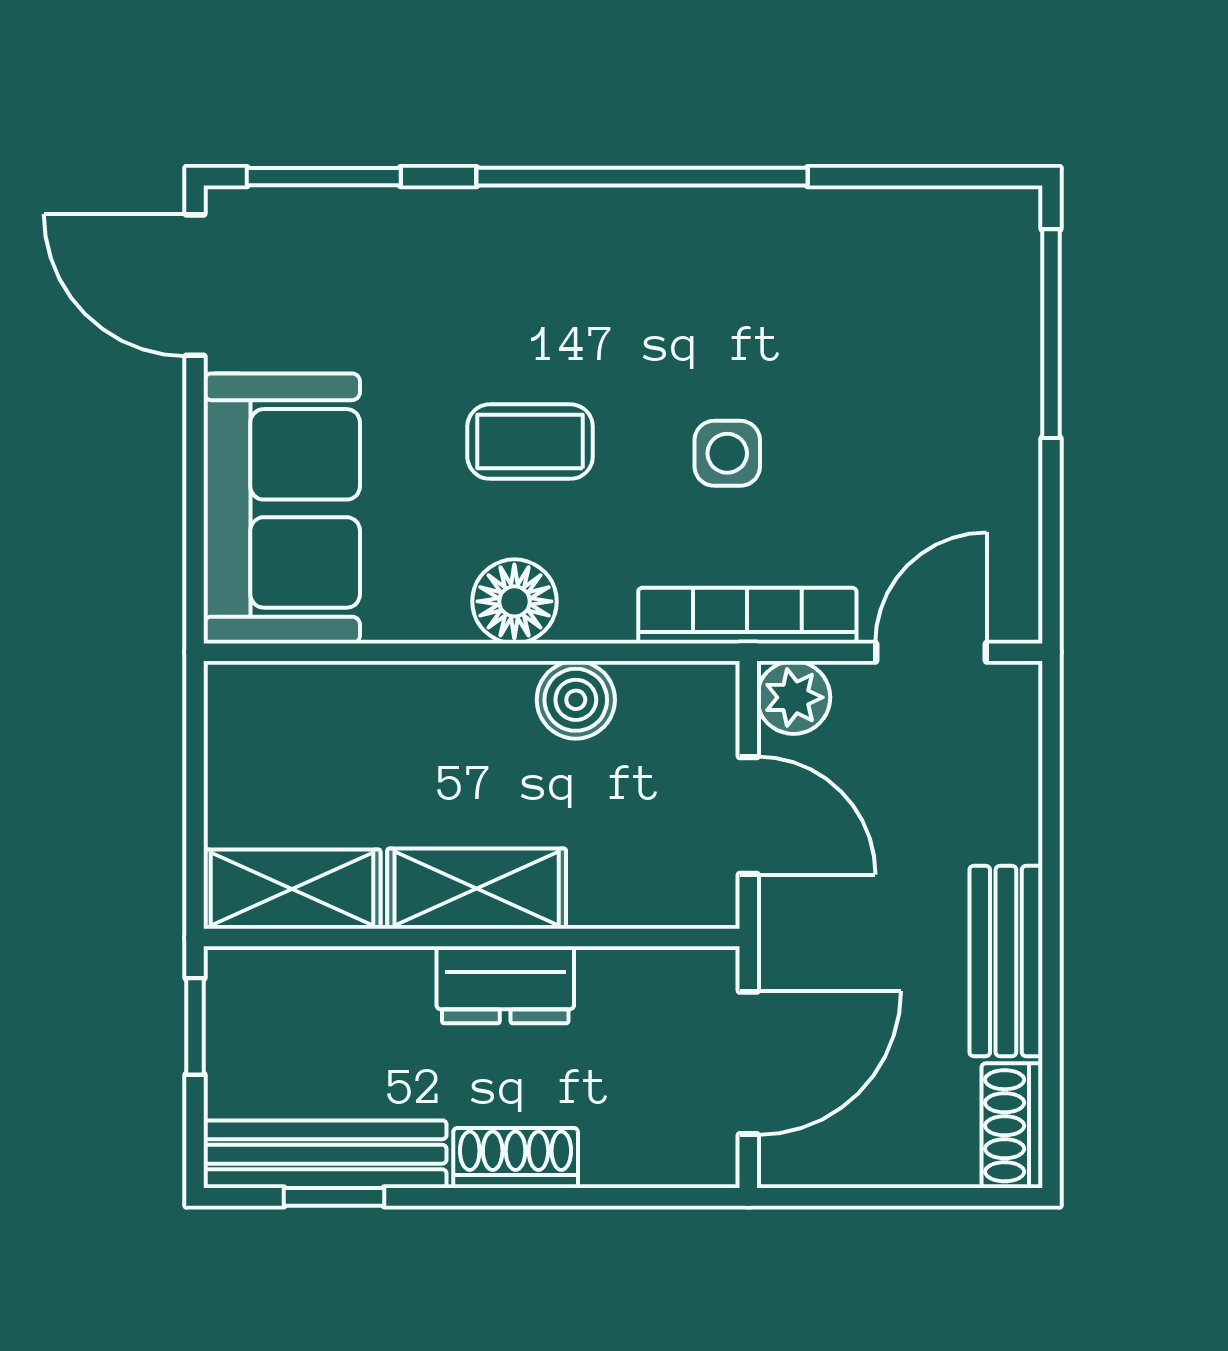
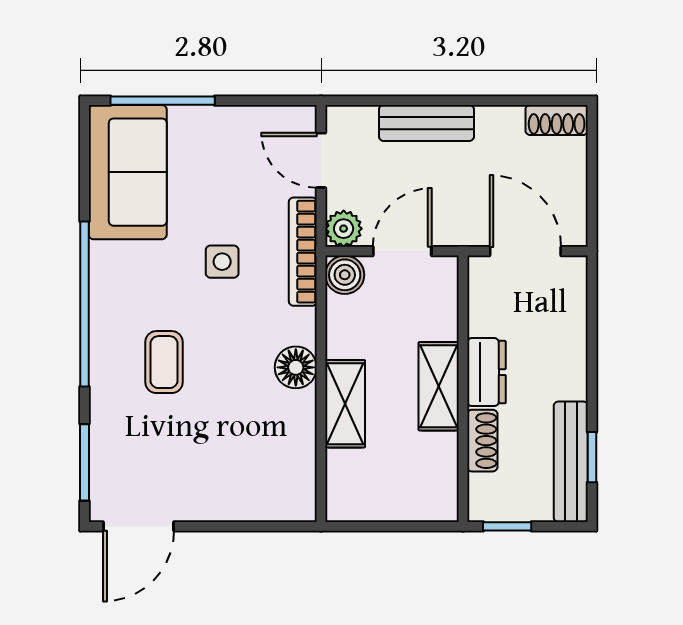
coffee table: (530, 442) -> (164, 362), moved
sofa: (282, 508) -> (128, 172), moved, turned 90
boiler: (576, 700) -> (345, 275), moved
shelving: (292, 889) -> (345, 404), moved
bench: (1006, 961) -> (426, 123), moved
shoe rack: (516, 1158) -> (482, 441), moved, turned 180

